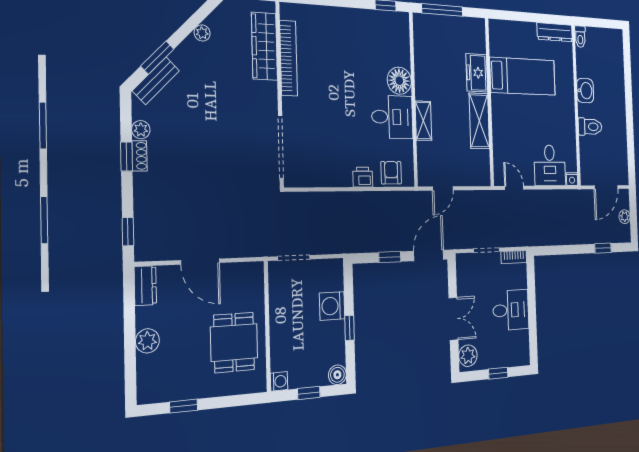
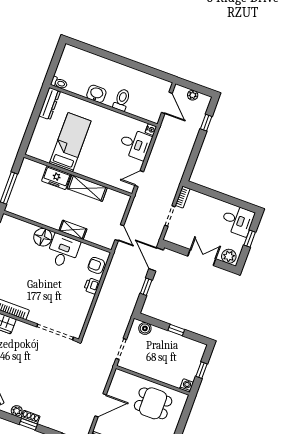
washing machine: (332, 306) -> (159, 336), removed
desk: (511, 310) -> (238, 220), moved, turned 90
boiler: (337, 375) -> (145, 328), moved

